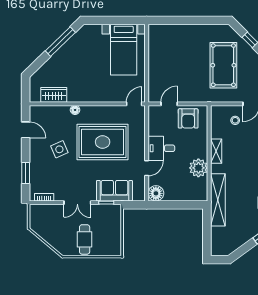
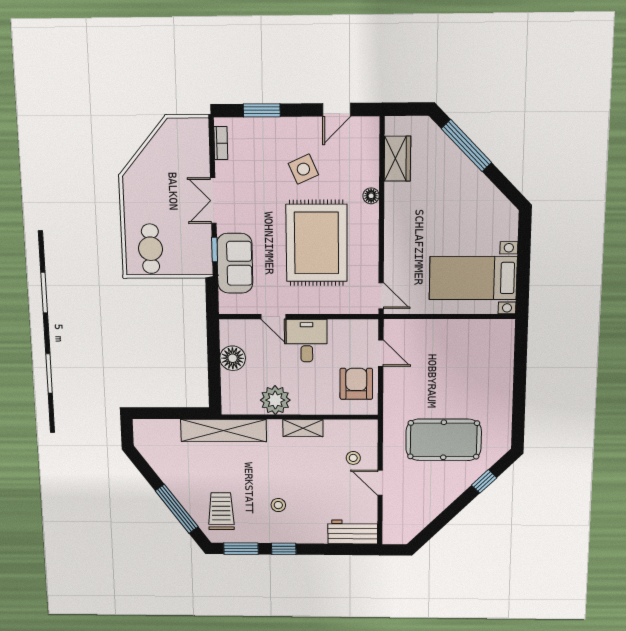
window: (60, 42) -> (466, 146), moved
armchair: (188, 118) -> (356, 384), turned 90
floor lamp: (156, 193) -> (233, 358), moved
cafe table: (85, 239) -> (151, 249), moved, turned 90

